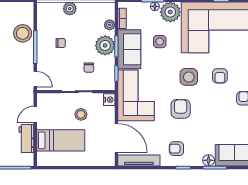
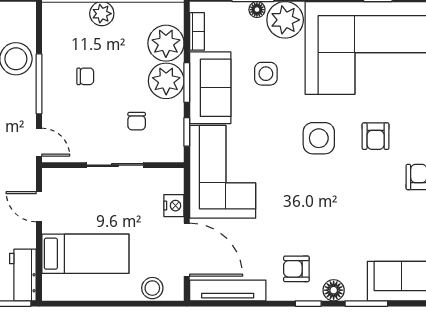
plant: (110, 25) -> (166, 43), width x1.88, depth x1.88
nightstand: (109, 100) -> (174, 206), moved
armchair: (181, 109) -> (304, 196), removed
stool: (81, 114) -> (152, 288), moved
door: (35, 115) -> (39, 207), hinge flipped
workbench: (26, 139) -> (23, 275), moved
floor lamp: (209, 160) -> (334, 290), moved

